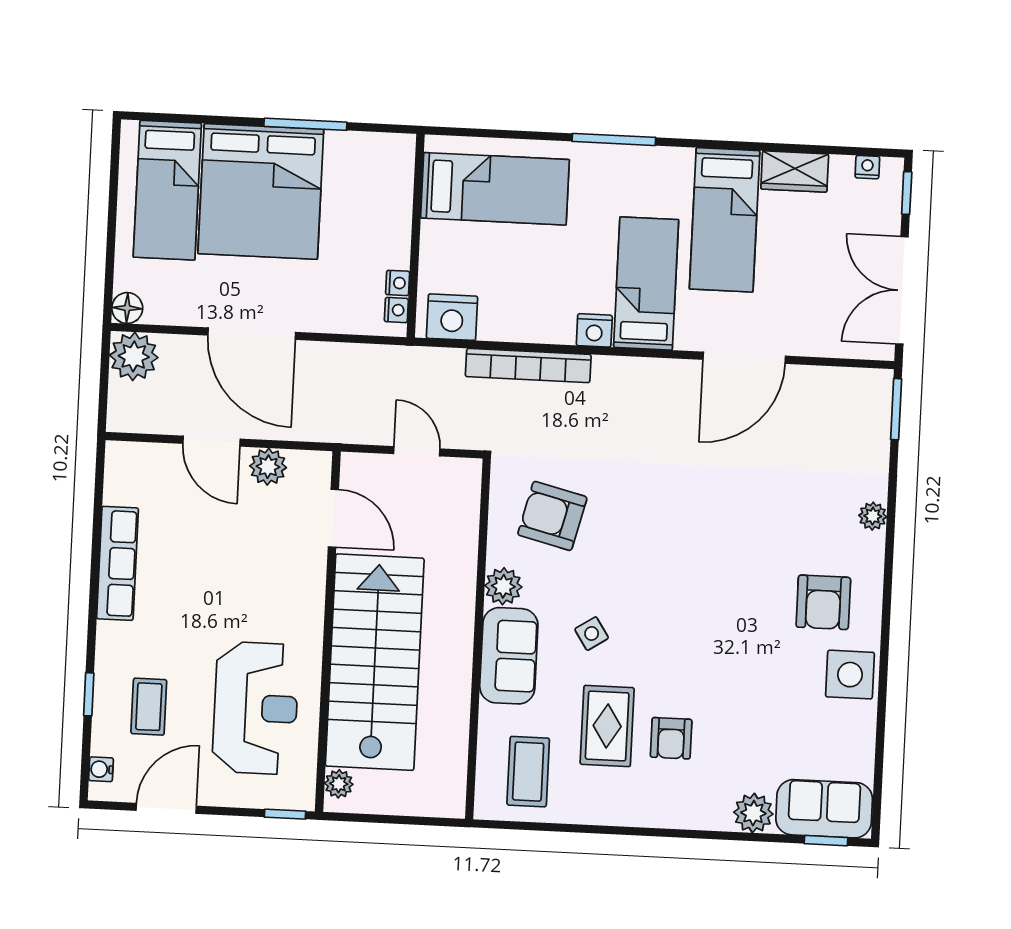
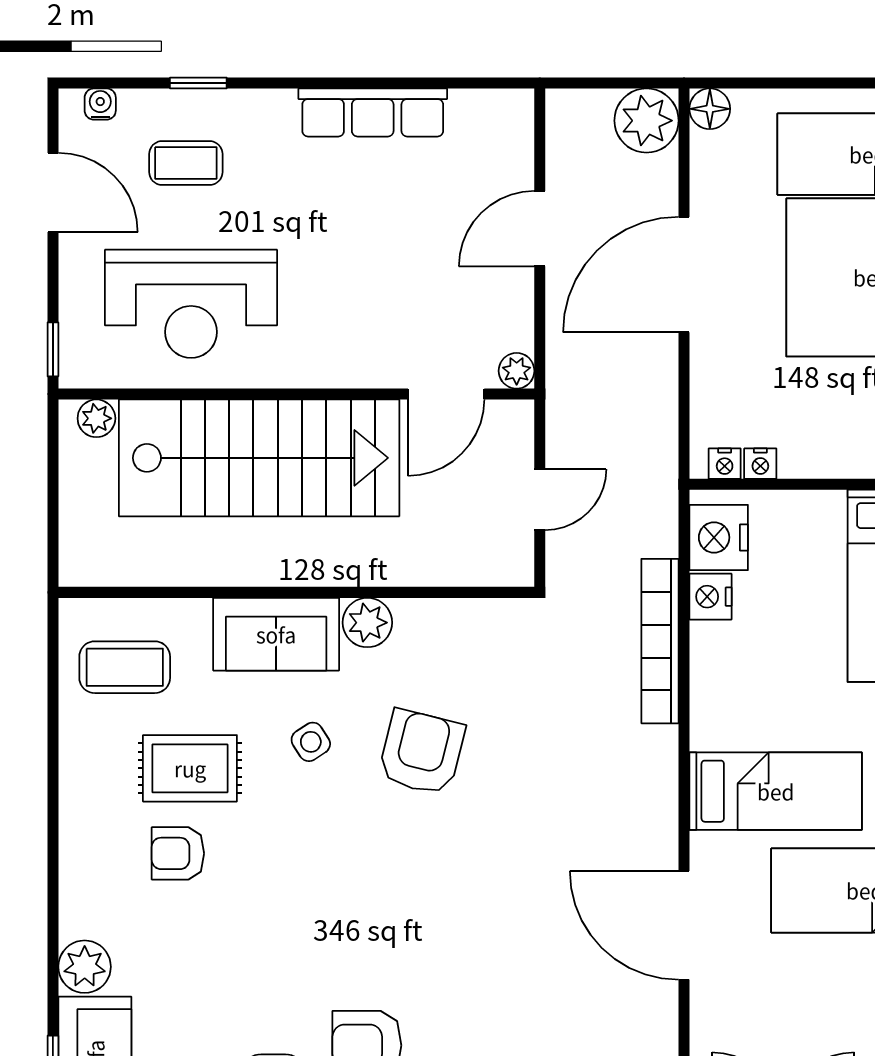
nightstand: (594, 330) -> (710, 597), moved
plant: (268, 467) -> (517, 371), moved, width x0.73, depth x0.73
armchair: (552, 516) -> (421, 752), moved

